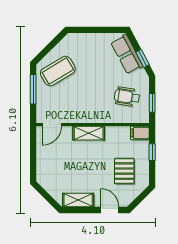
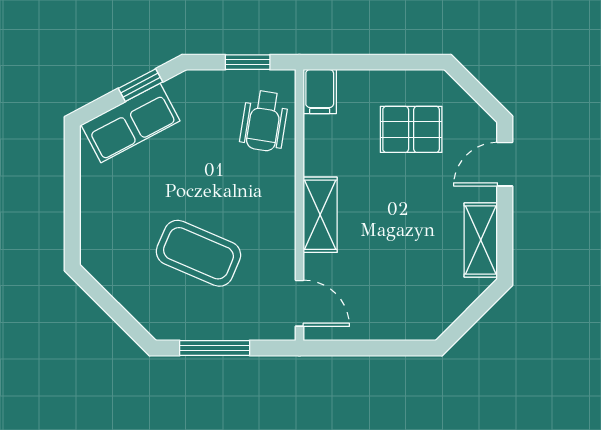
coffee table: (58, 71) -> (198, 253), moved, turned -36
wheelchair: (127, 97) -> (264, 121), moved
window: (152, 152) -> (366, 62), removed

